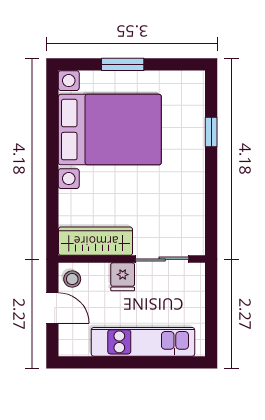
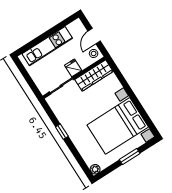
plant: (195, 80) -> (95, 169), added
window: (211, 132) -> (62, 132), moved
door: (52, 308) -> (94, 36), hinge flipped

